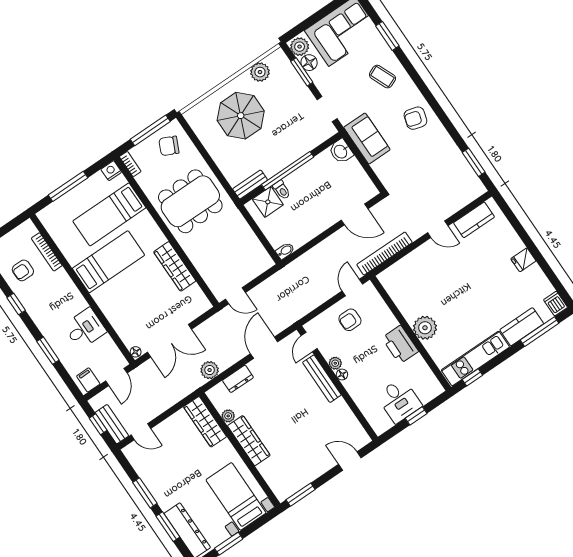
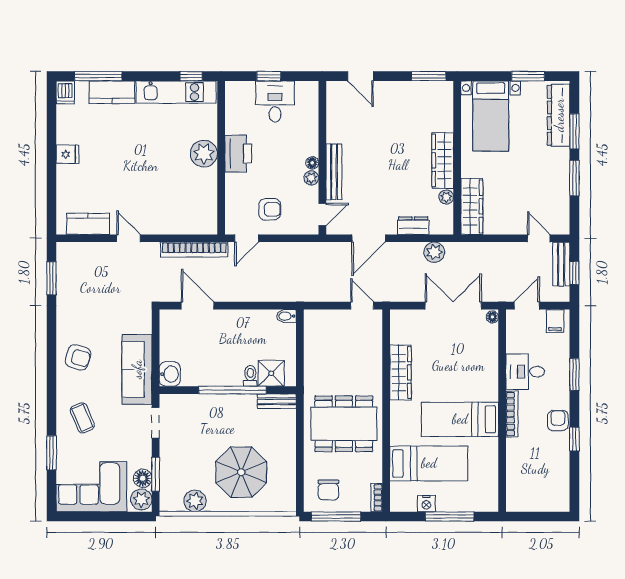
sofa: (367, 139) -> (137, 369), width x1.36
chair: (169, 146) -> (328, 490), turned 65
nightstand: (111, 171) -> (426, 504), moved
bookcase: (47, 252) -> (512, 414), moved
armchair: (23, 270) -> (558, 421), moved, turned -90

